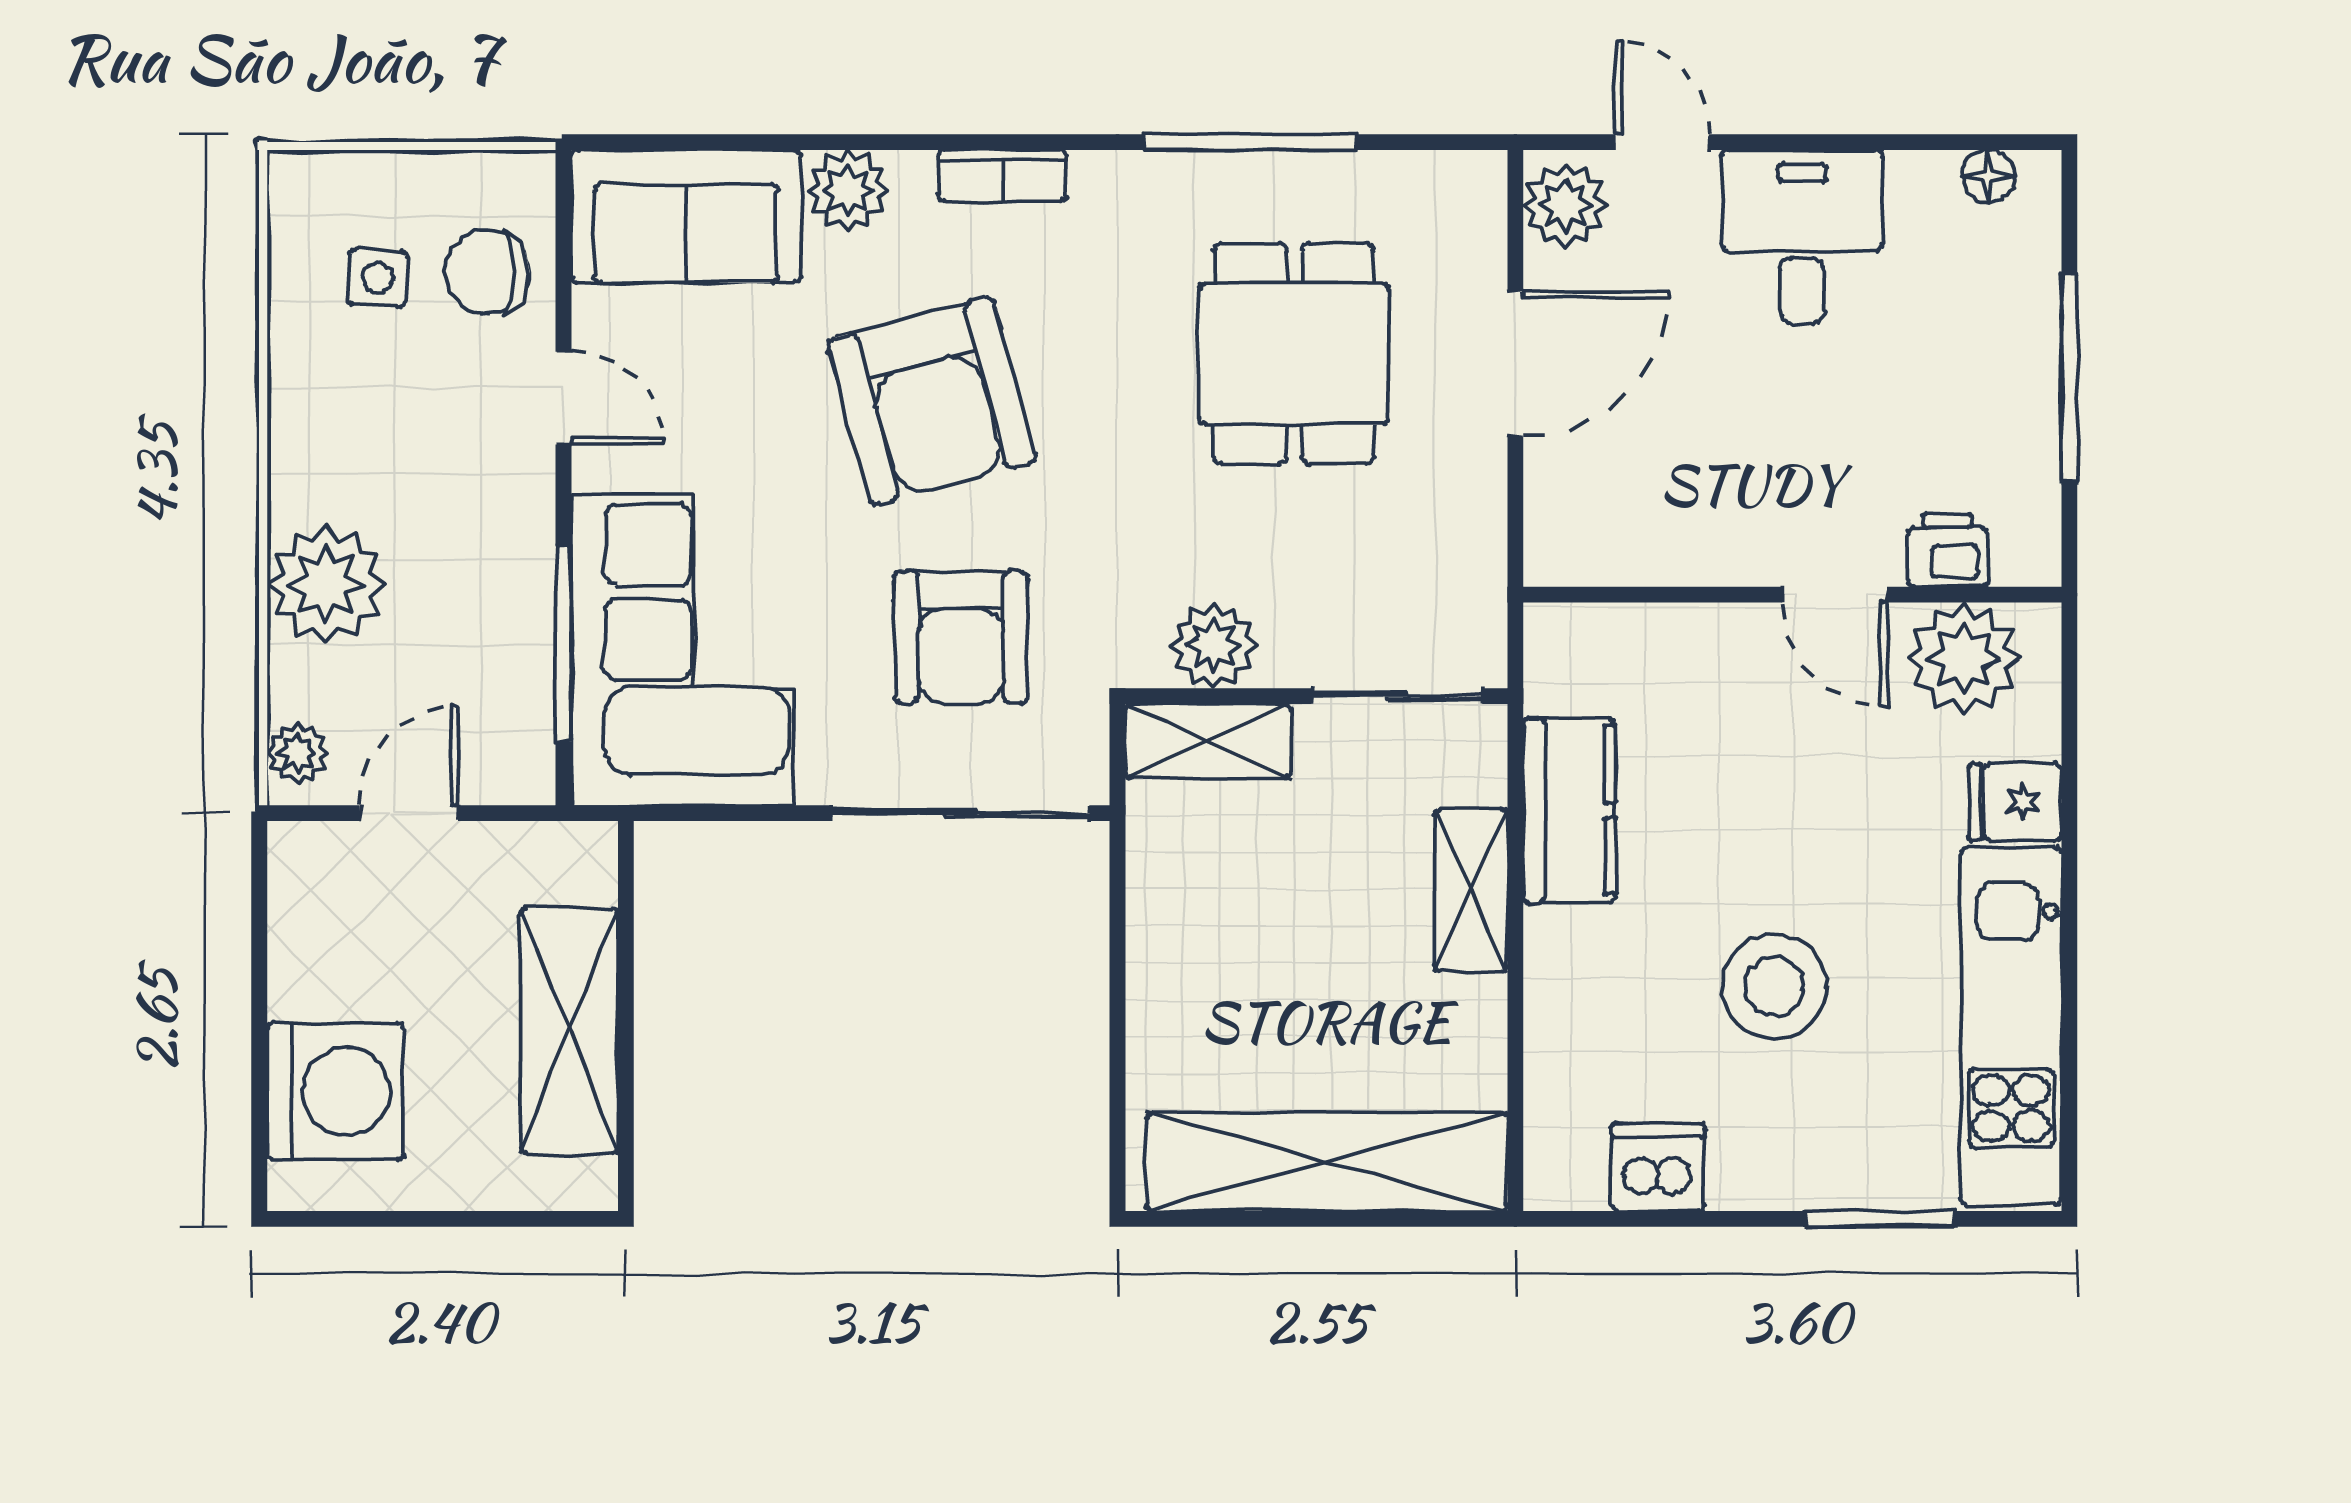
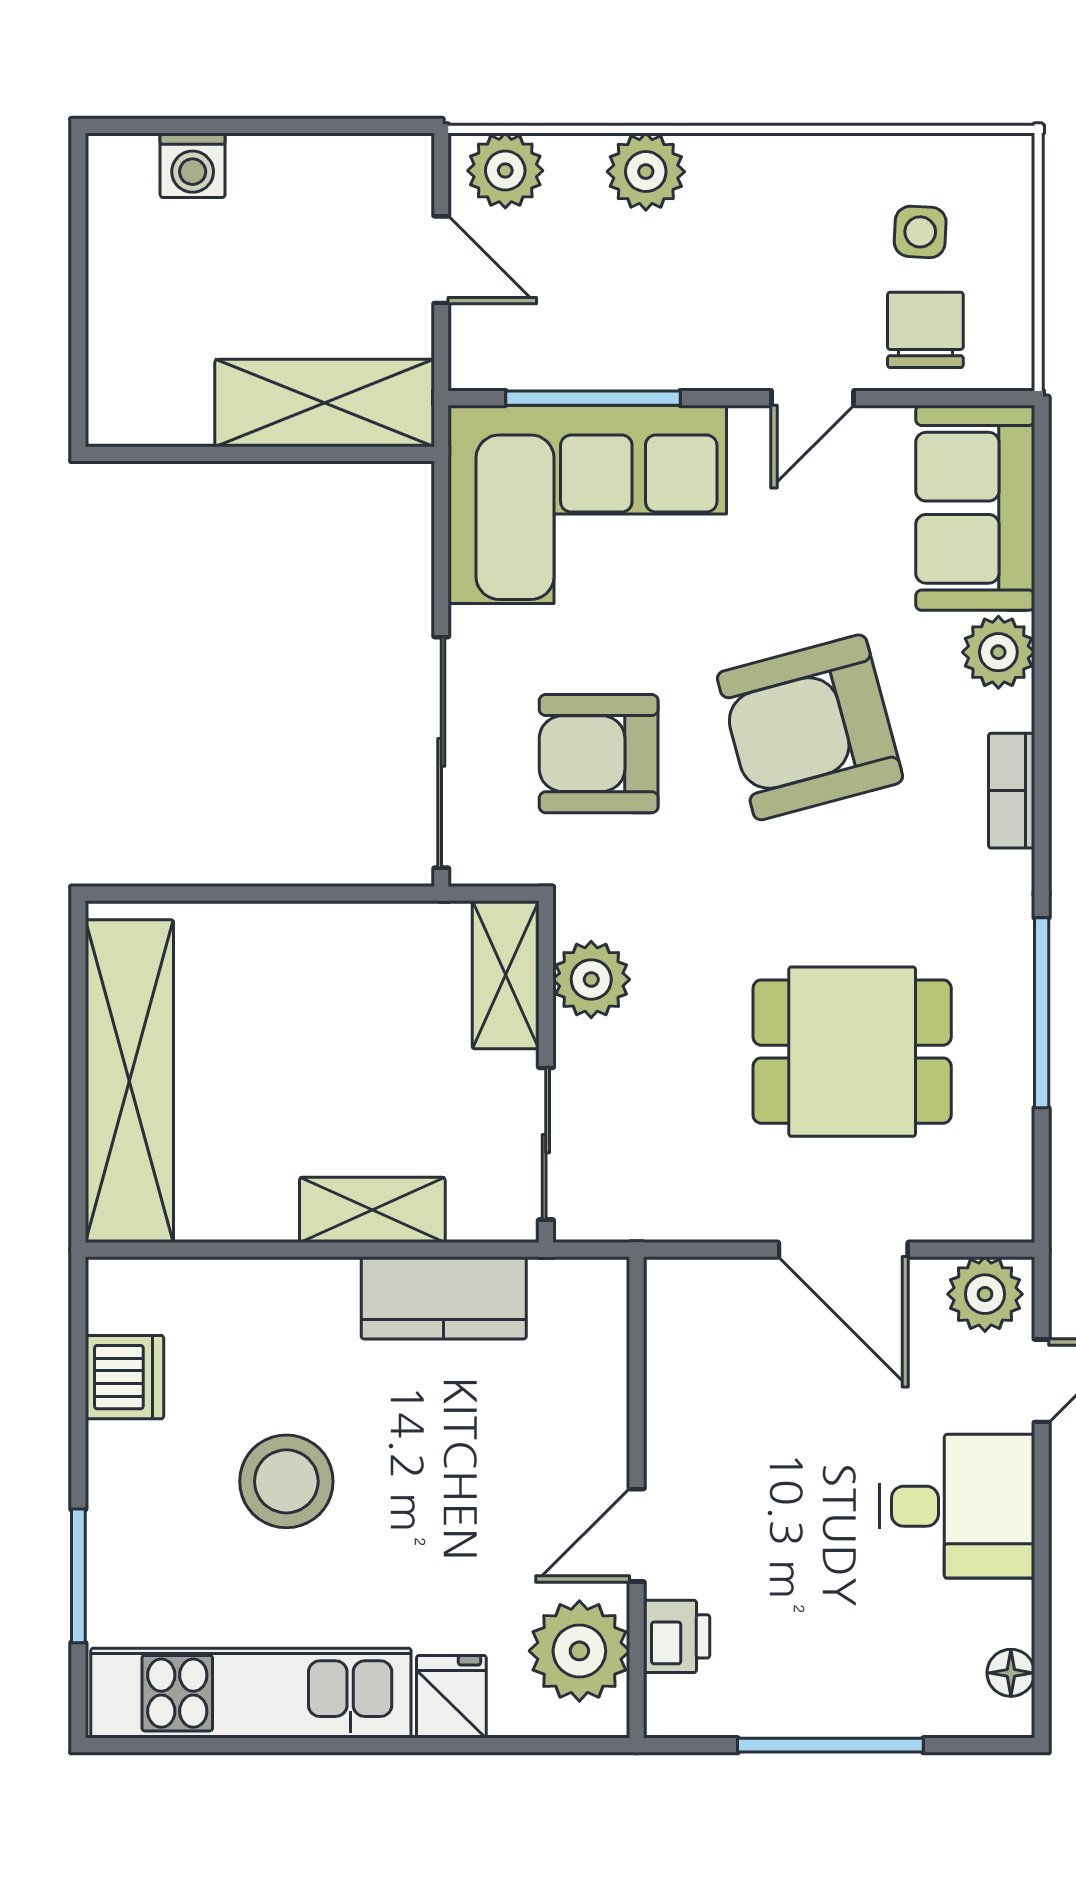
plant: (326, 584) -> (646, 172), width x0.73, depth x0.73
plant: (298, 753) -> (505, 171), width x1.38, depth x1.38
shelving: (569, 1031) -> (325, 403), moved
washing machine: (335, 1091) -> (193, 165), width x0.53, depth x0.53

